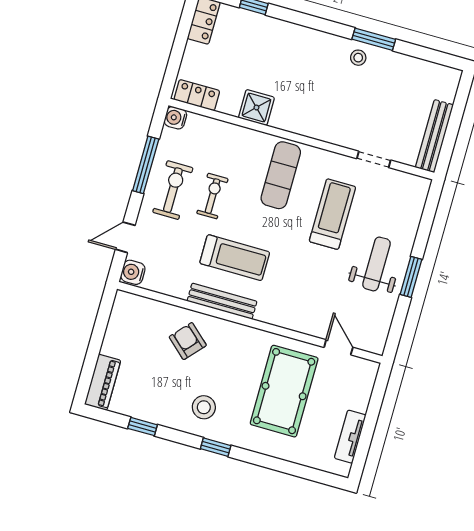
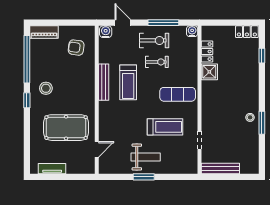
locker: (197, 95) -> (207, 52), moved
armchair: (188, 341) -> (76, 48), moved, turned -124
window: (143, 427) -> (27, 59), width x3.17

